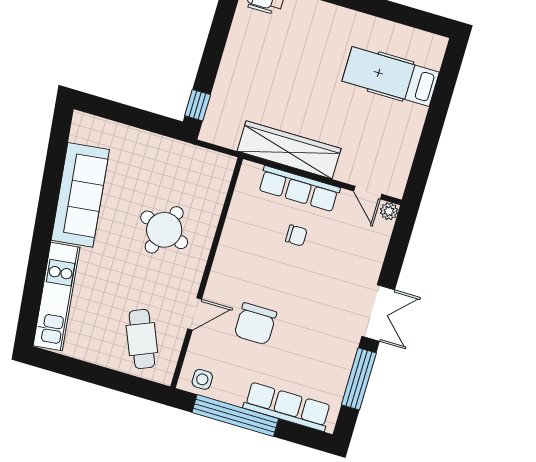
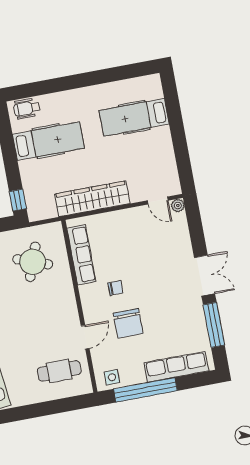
hospital bed: (271, 52) -> (48, 141), added
row of seats: (299, 189) -> (81, 255), moved, turned -90
round table: (164, 230) -> (33, 262), moved
chair: (296, 235) -> (115, 288), moved
cafe table: (142, 339) -> (59, 371), turned -67

